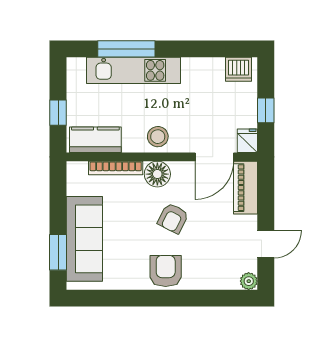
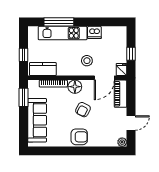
dishwasher: (239, 69) -> (94, 32), moved
stool: (158, 137) -> (87, 61), moved
window: (58, 252) -> (23, 97), moved
armchair: (166, 271) -> (79, 137), turned 90

